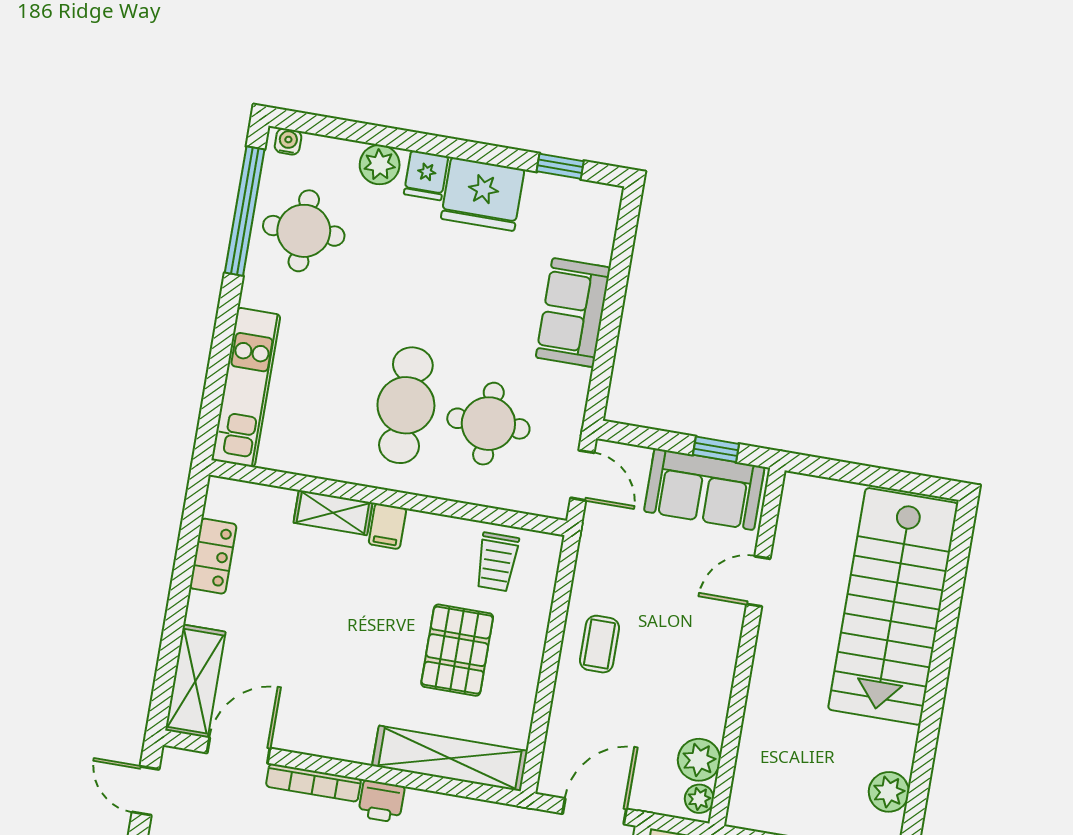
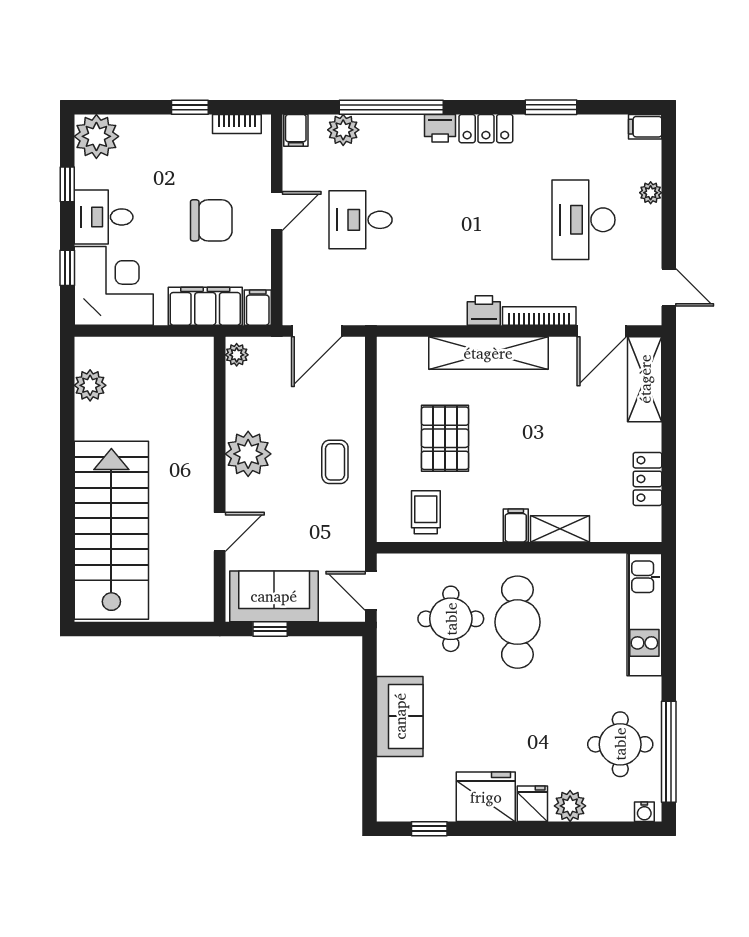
shelving: (450, 758) -> (488, 353), moved
plant: (699, 760) -> (248, 454), moved, width x1.36, depth x1.36

